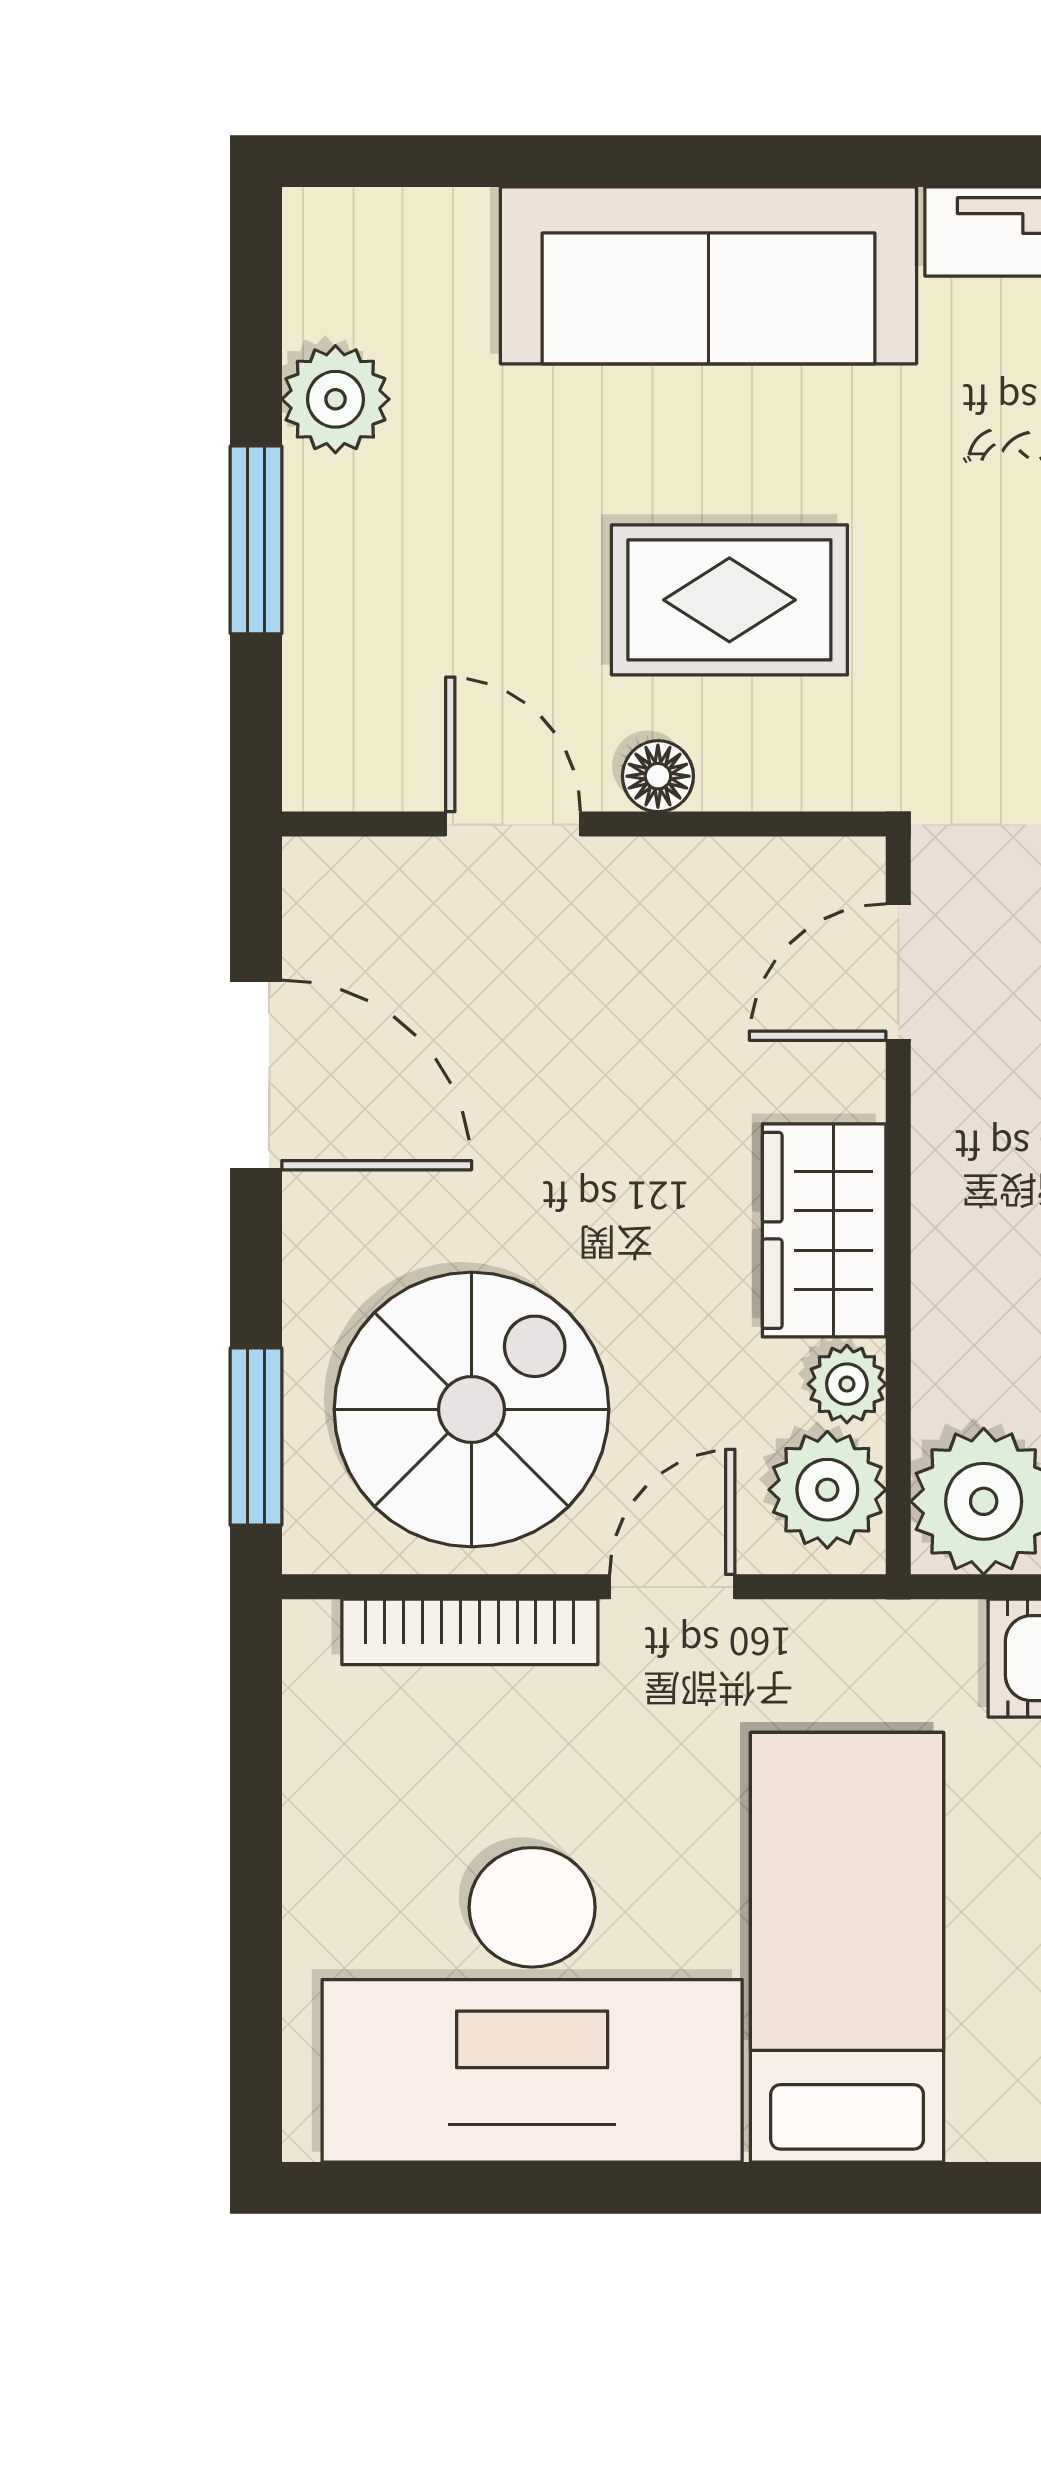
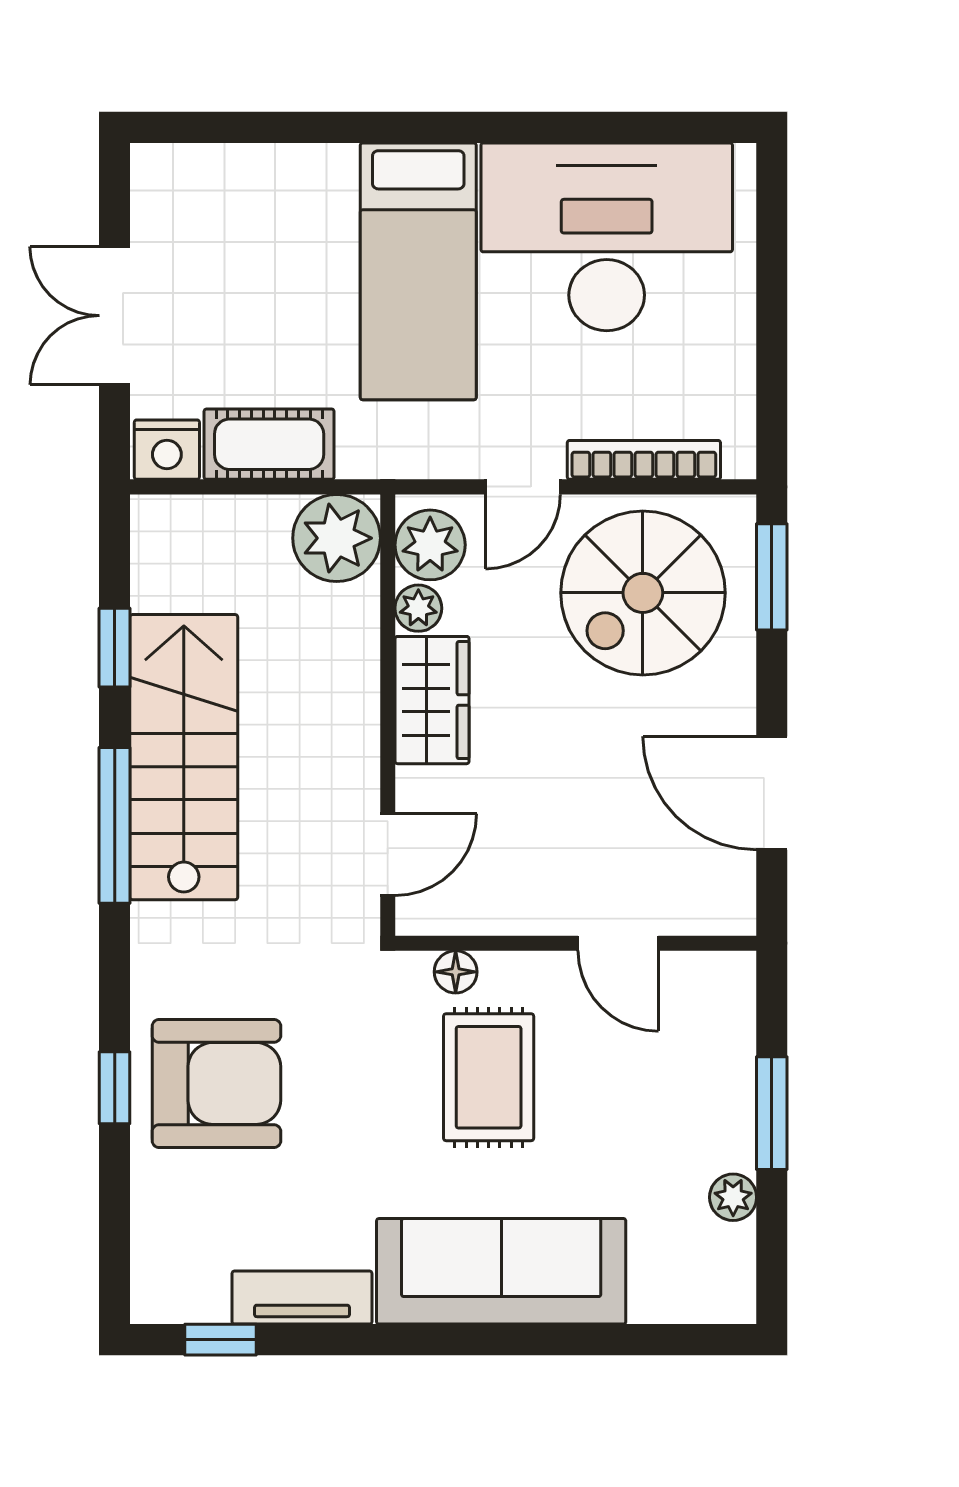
plant: (335, 399) -> (733, 1197), width x0.73, depth x0.73
rug: (729, 600) -> (489, 1077), turned 90
floor lamp: (658, 776) -> (456, 972), moved

